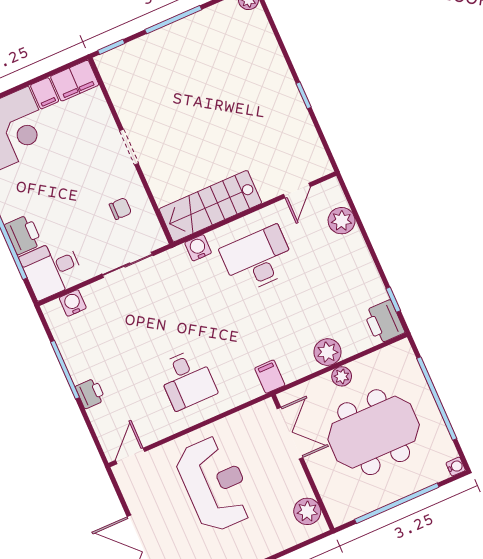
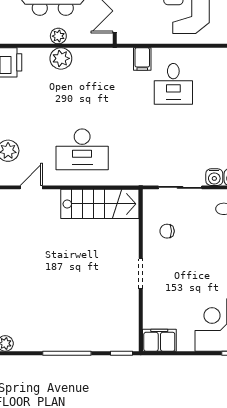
filing cabinet: (45, 93) -> (186, 341), removed
water cooler: (198, 248) -> (214, 177), moved
filing cabinet: (270, 377) -> (142, 59), moved
desk: (187, 379) -> (173, 84), turned 180

